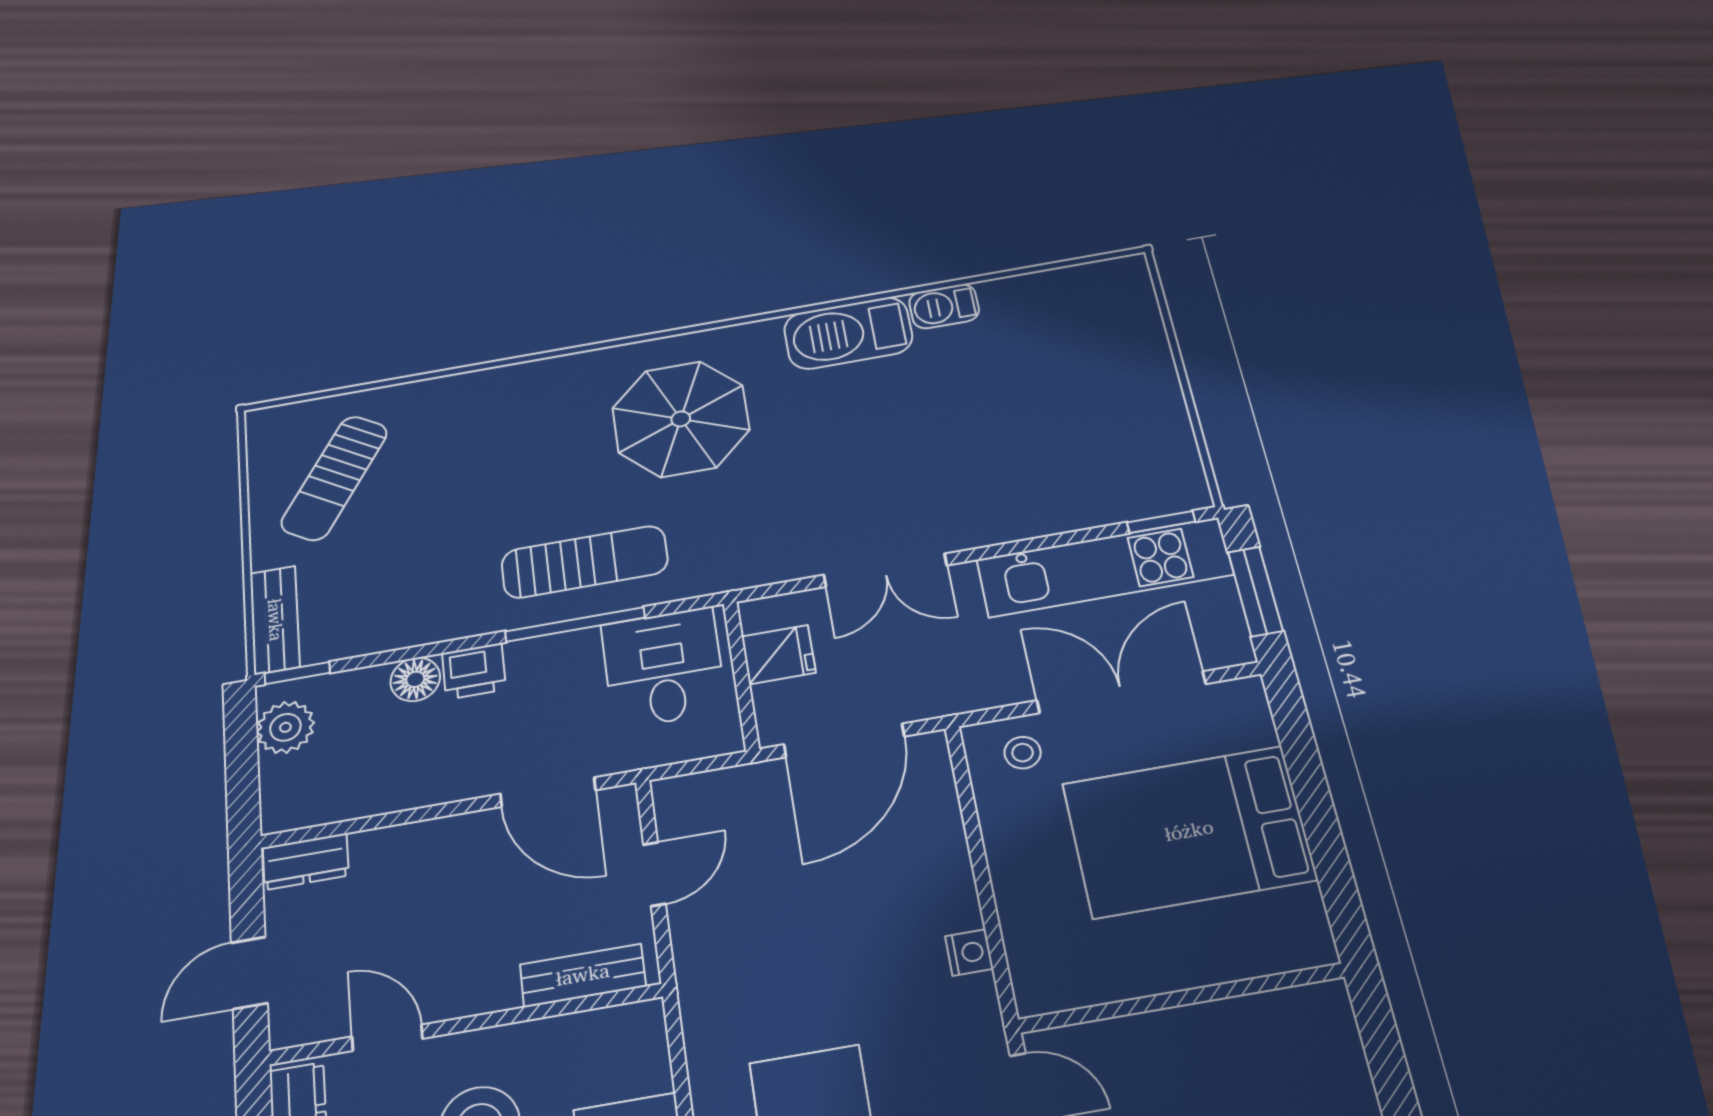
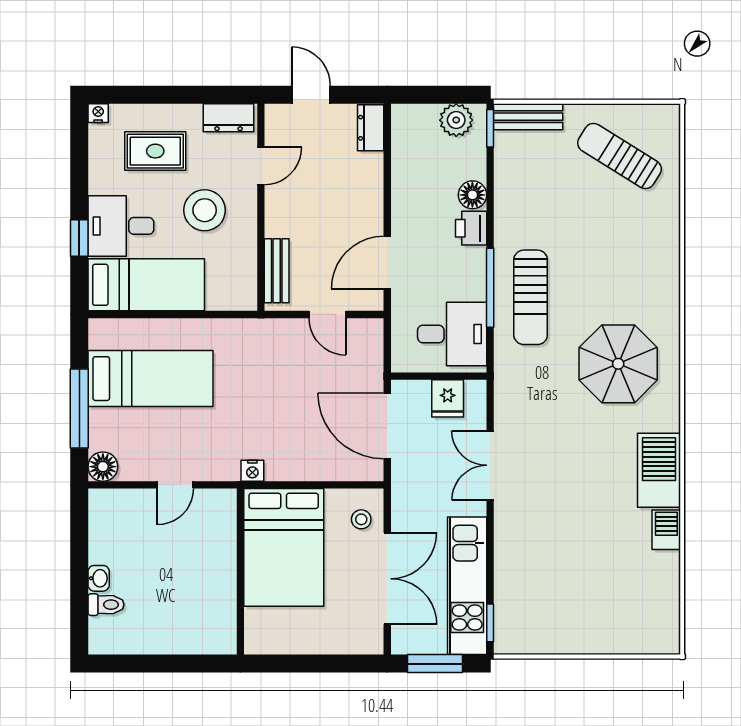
bed: (1189, 831) -> (284, 547), moved, turned 180
wall: (1181, 998) -> (240, 572), moved

